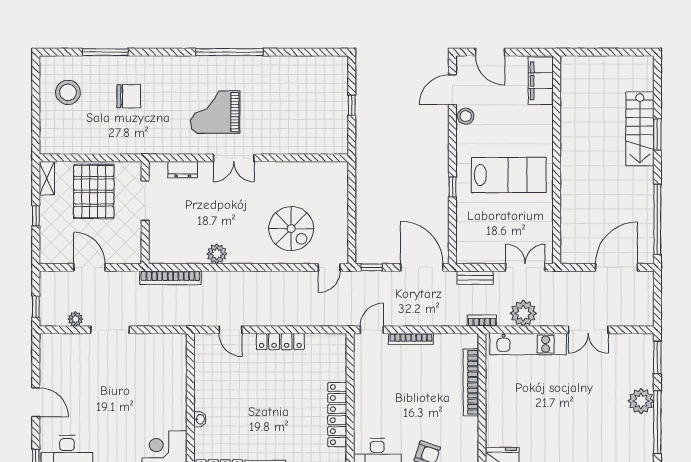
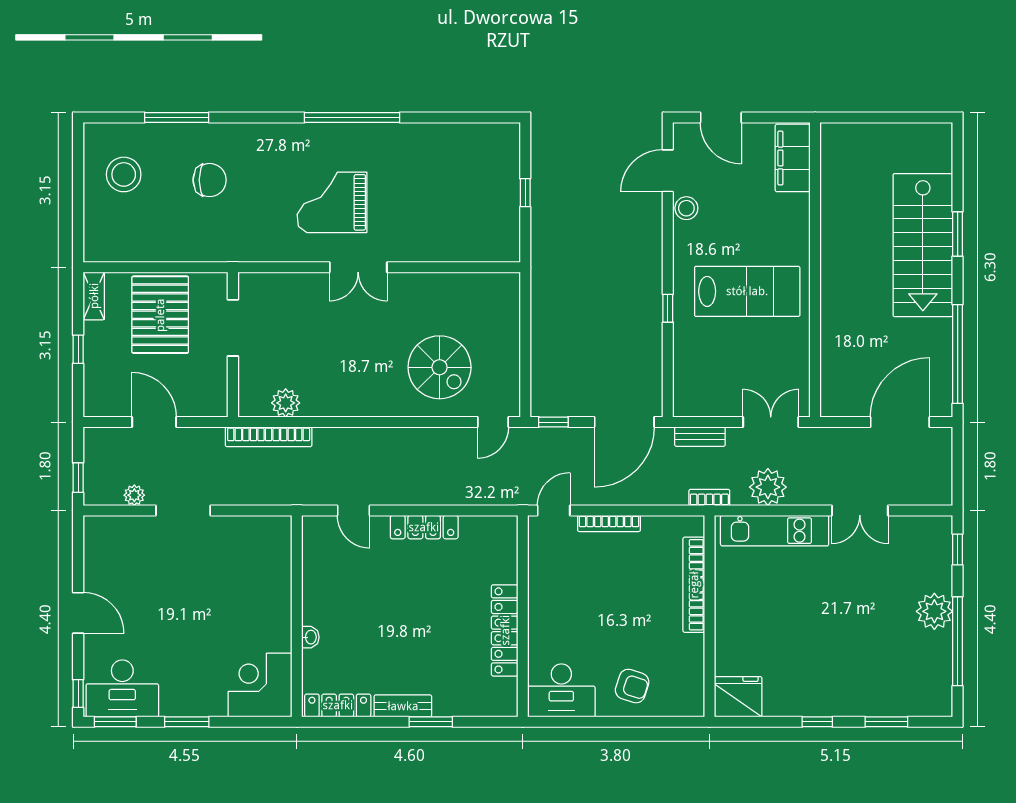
stairs: (640, 129) -> (923, 245), width x1.36, depth x1.51
dresser: (183, 170) -> (286, 284), removed
plant: (217, 254) -> (286, 403), moved
door: (422, 267) -> (624, 422), swing flipped
window: (657, 357) -> (958, 550), width x0.67

